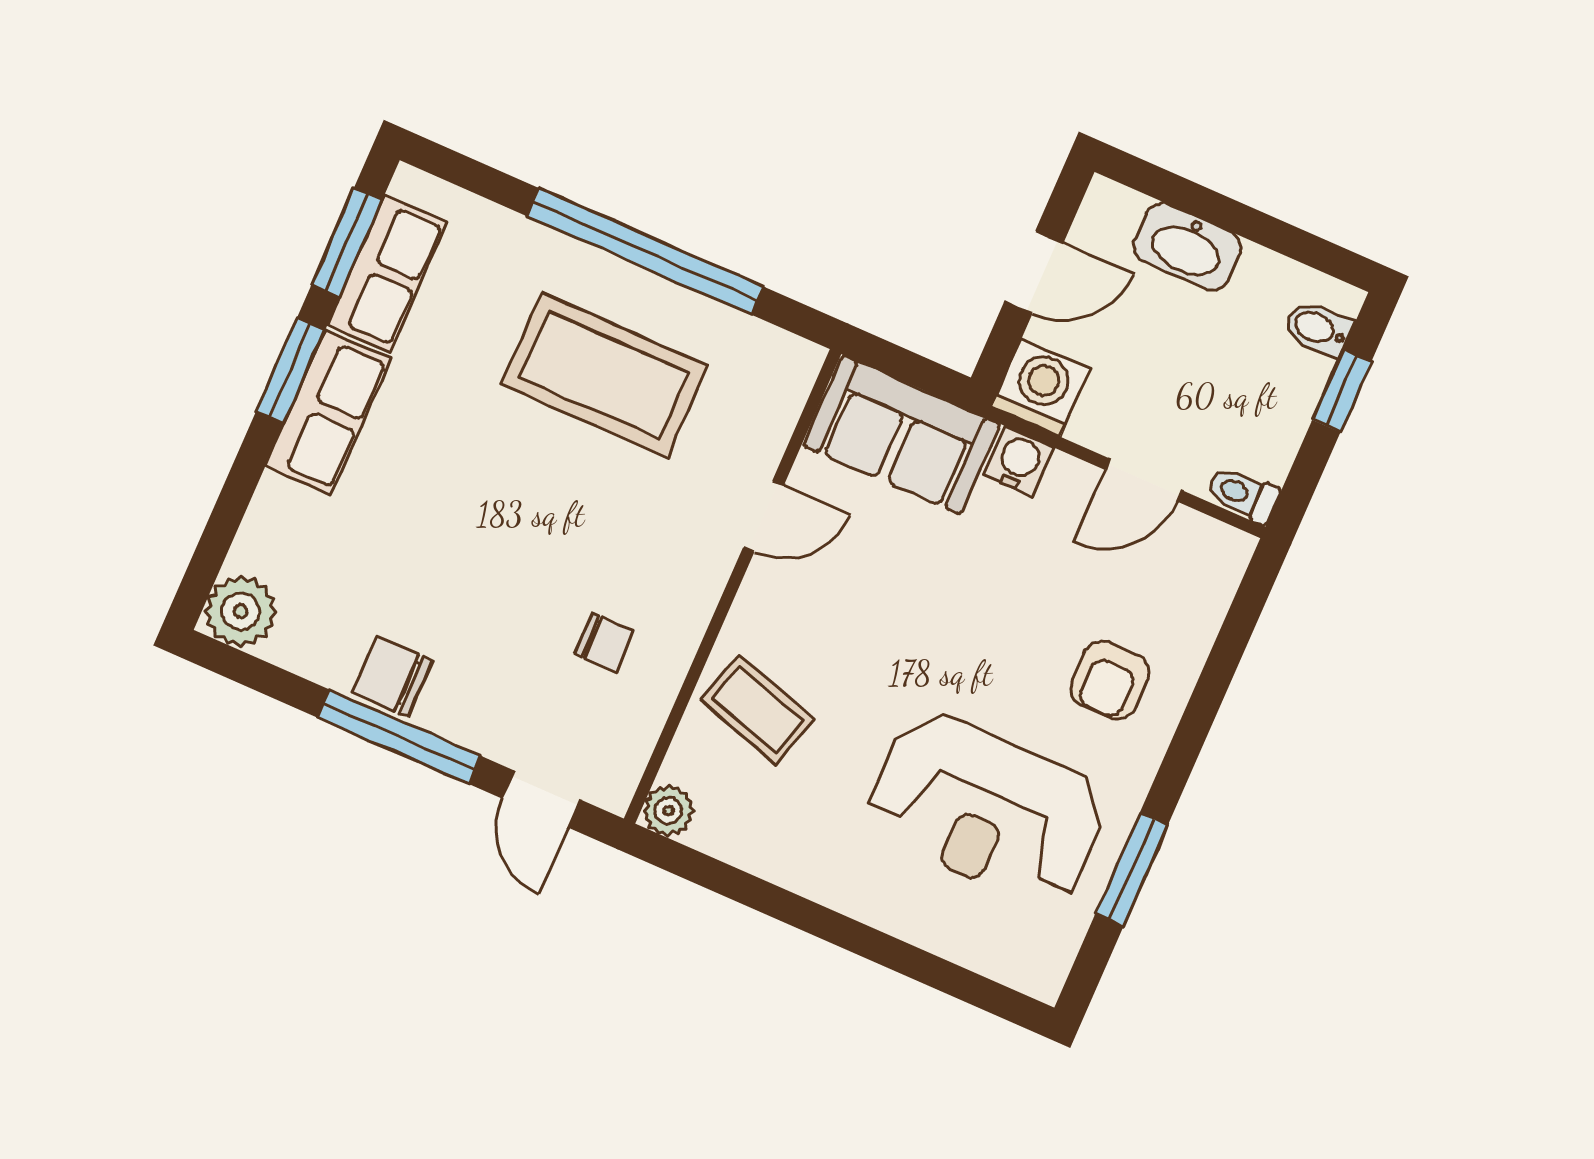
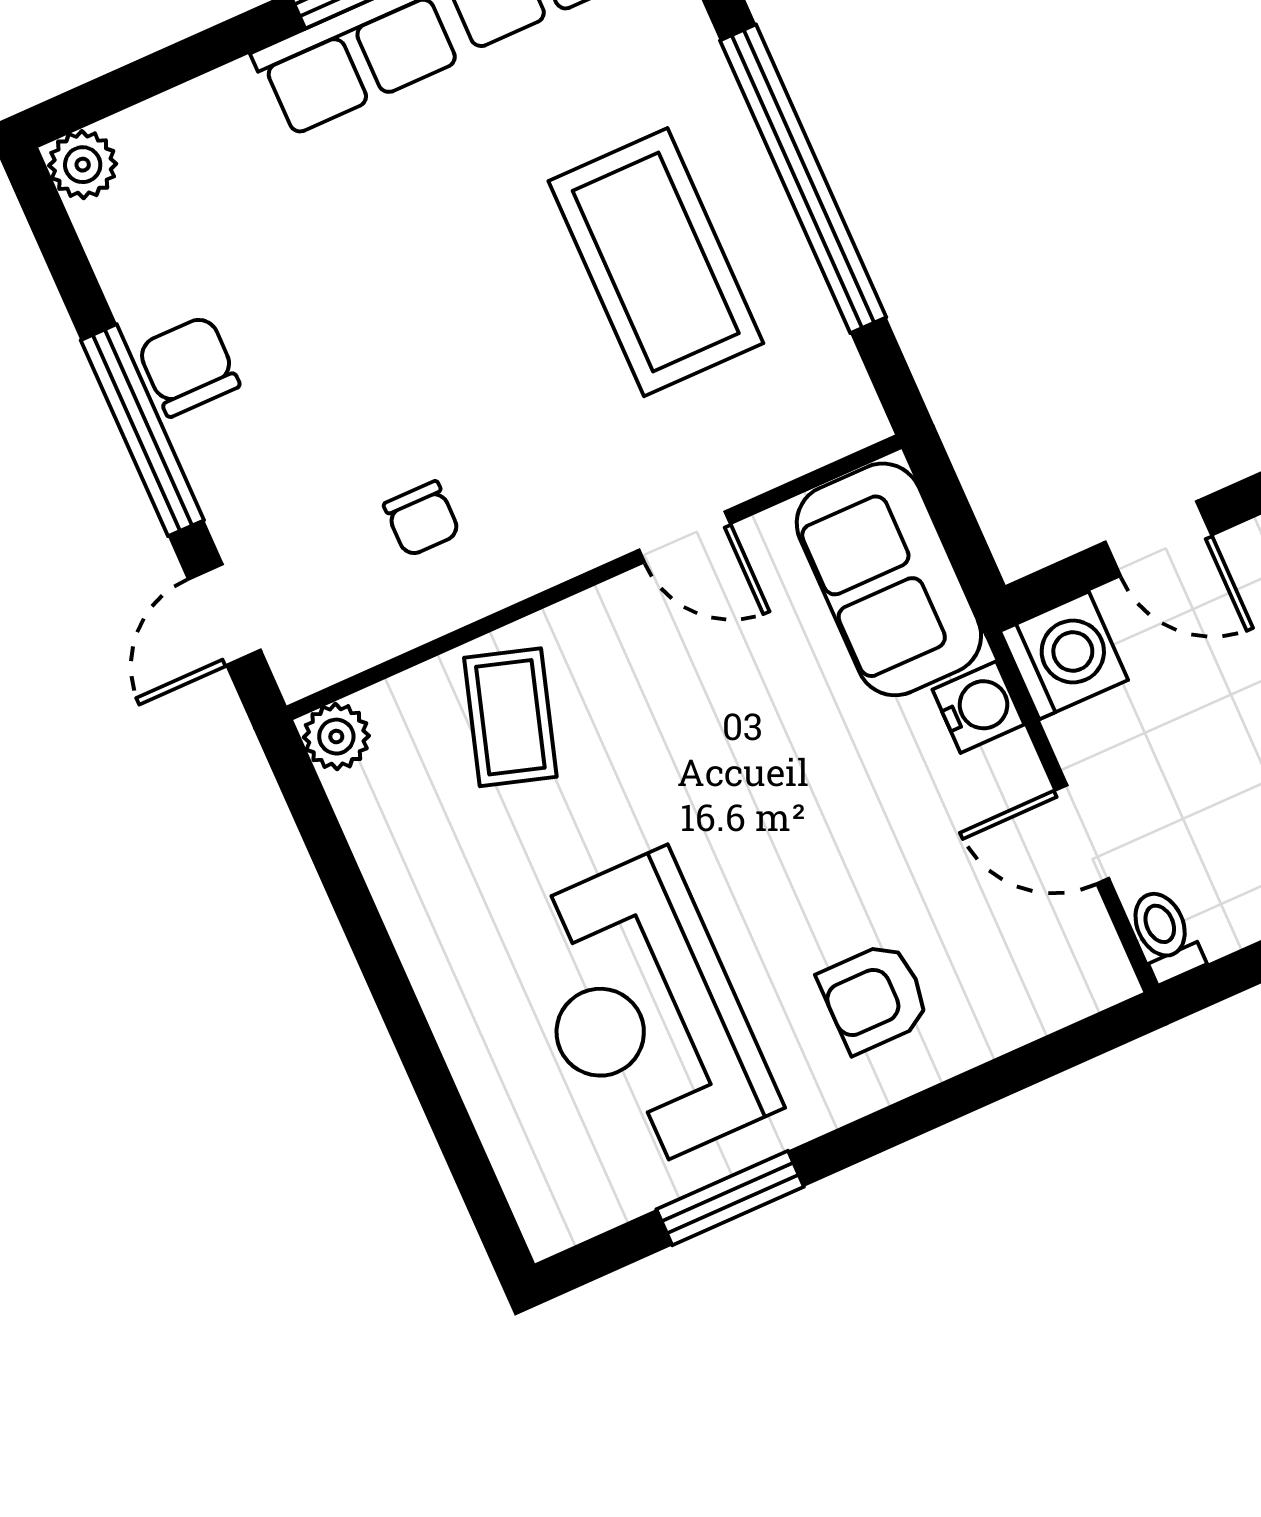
plant: (241, 611) -> (83, 165), width x0.73, depth x0.73

